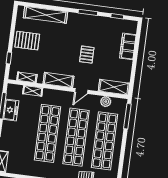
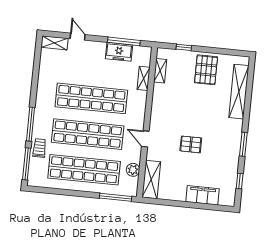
shelving: (58, 80) -> (158, 110), removed

